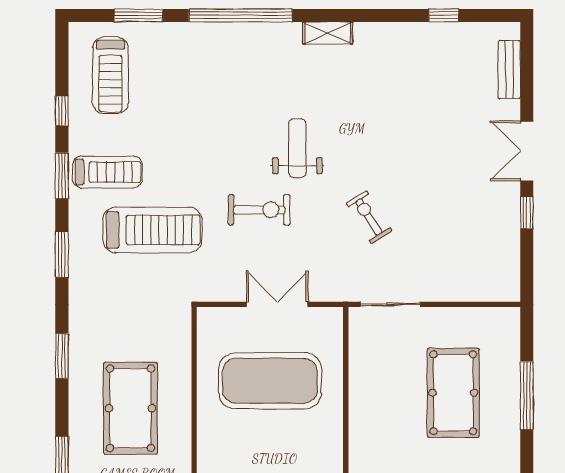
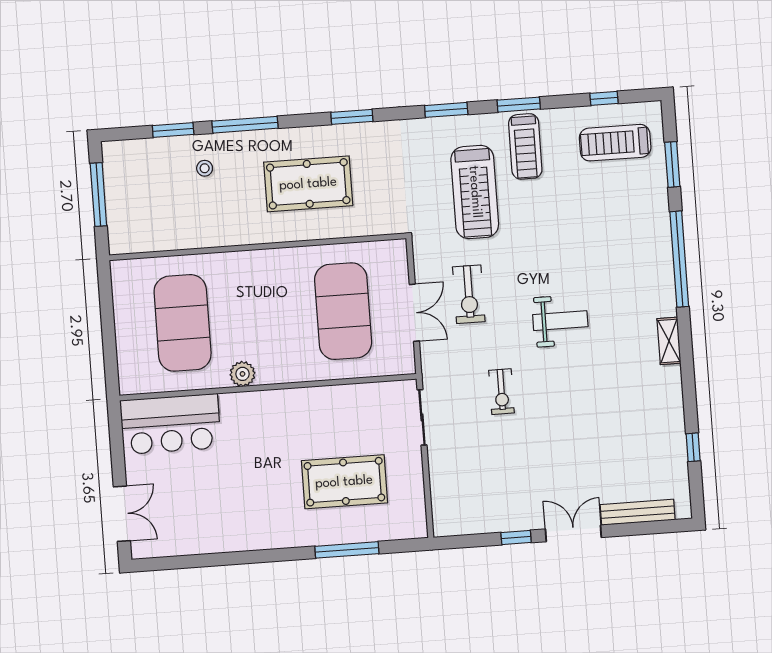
bench: (509, 70) -> (638, 512), width x1.36
window: (62, 111) -> (604, 98), moved
exercise bike: (259, 210) -> (469, 294), moved
exercise bike: (369, 217) -> (501, 392), turned 122

